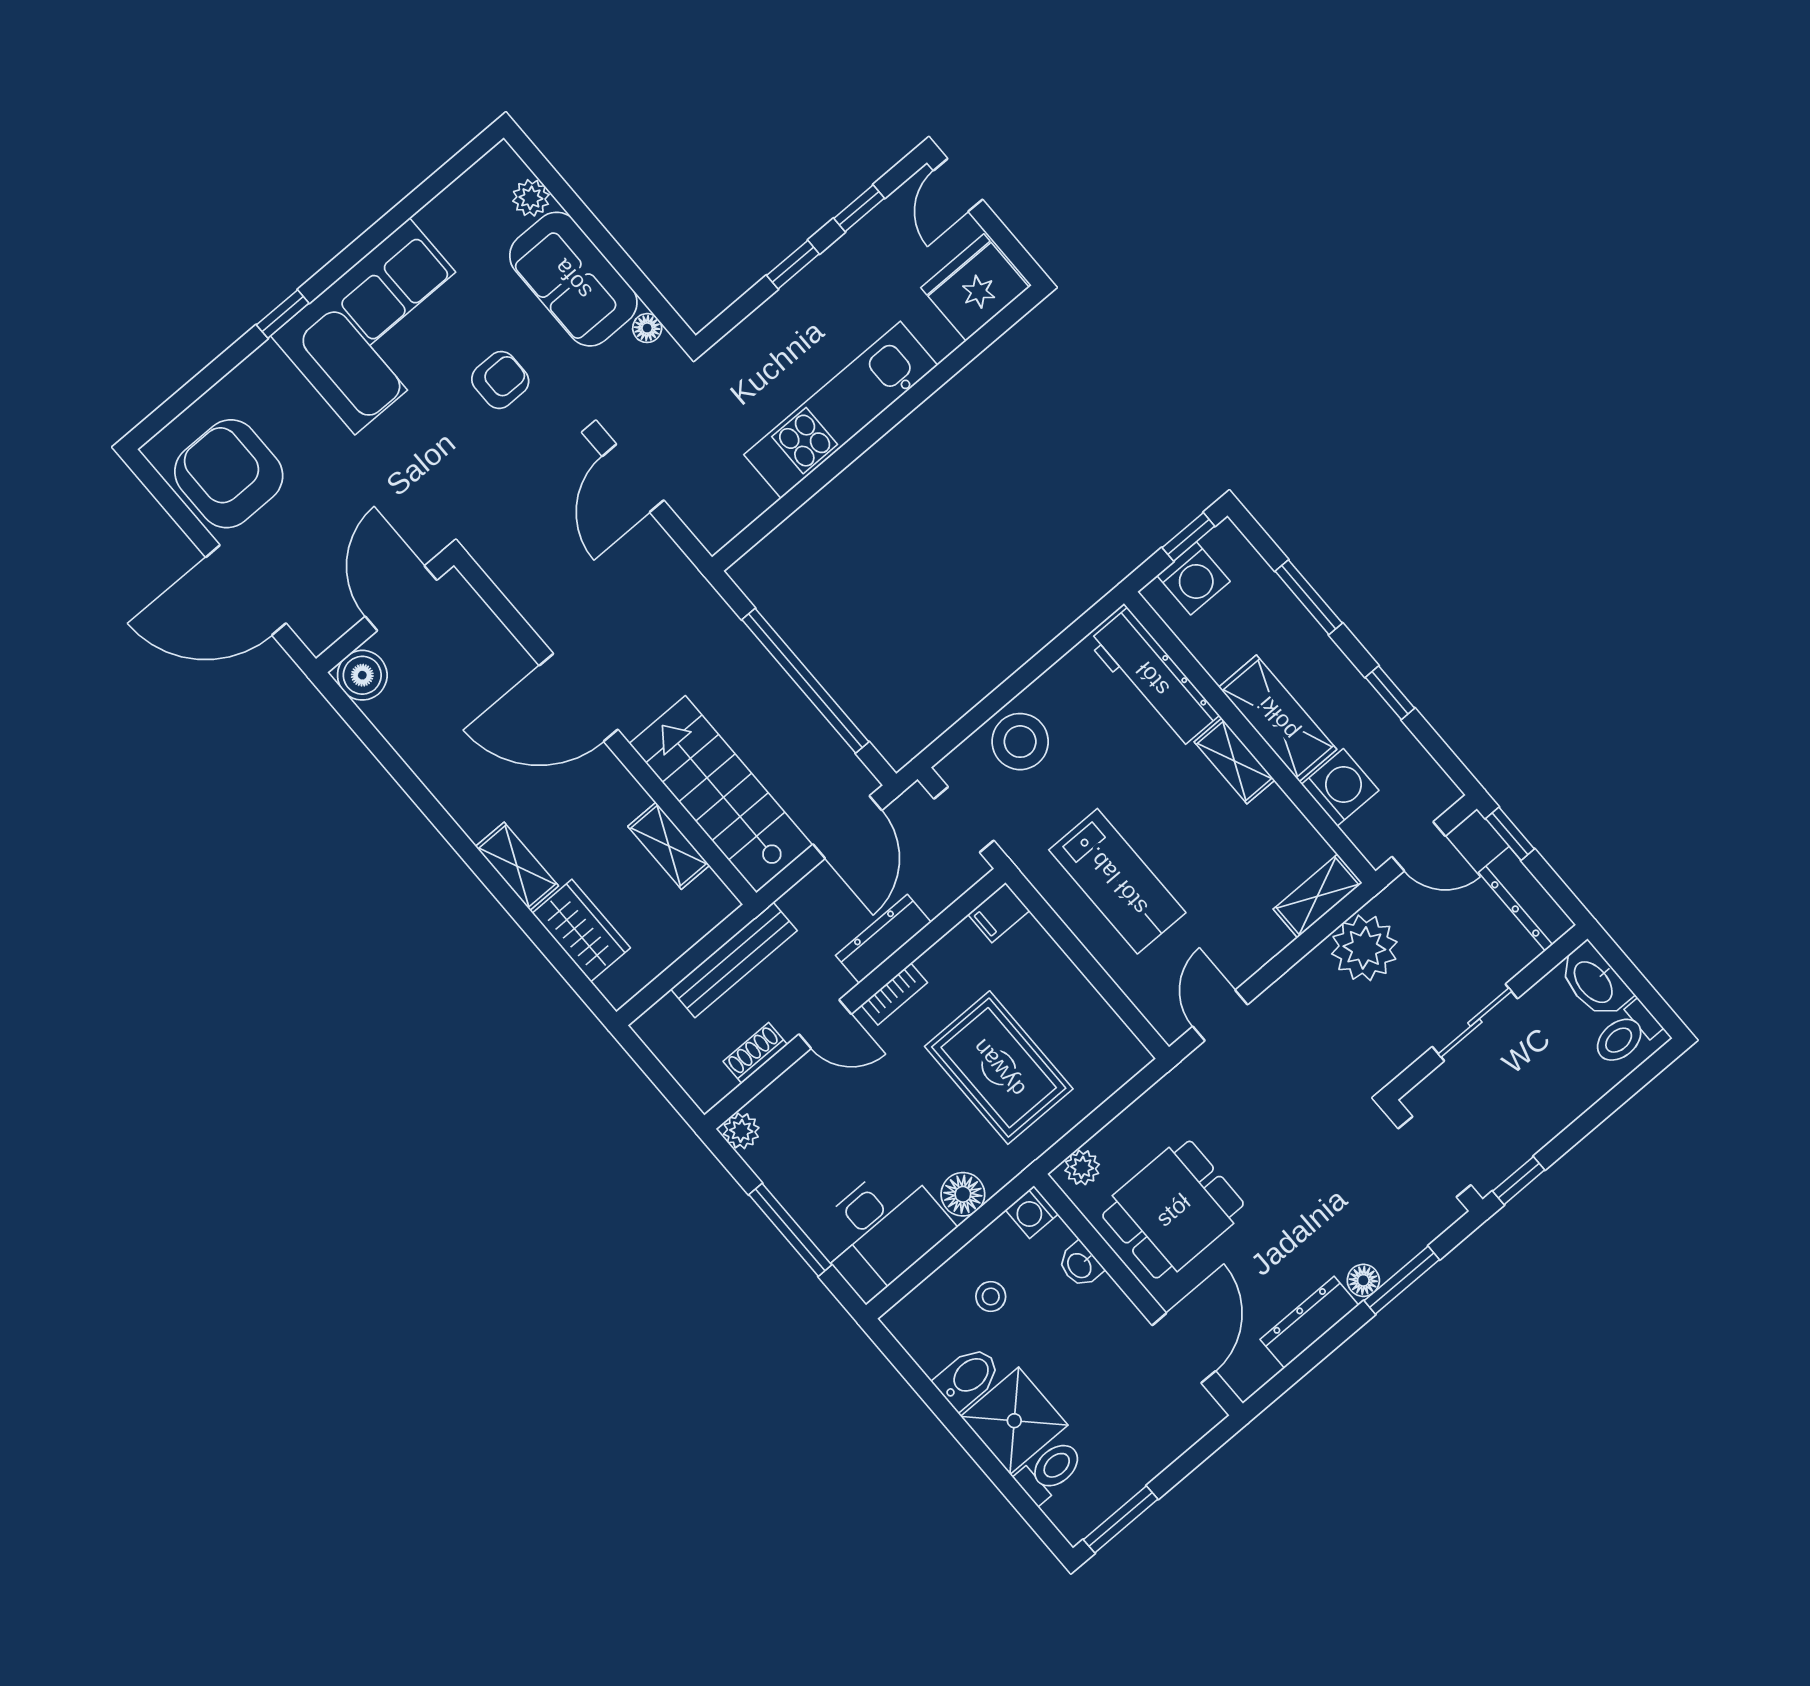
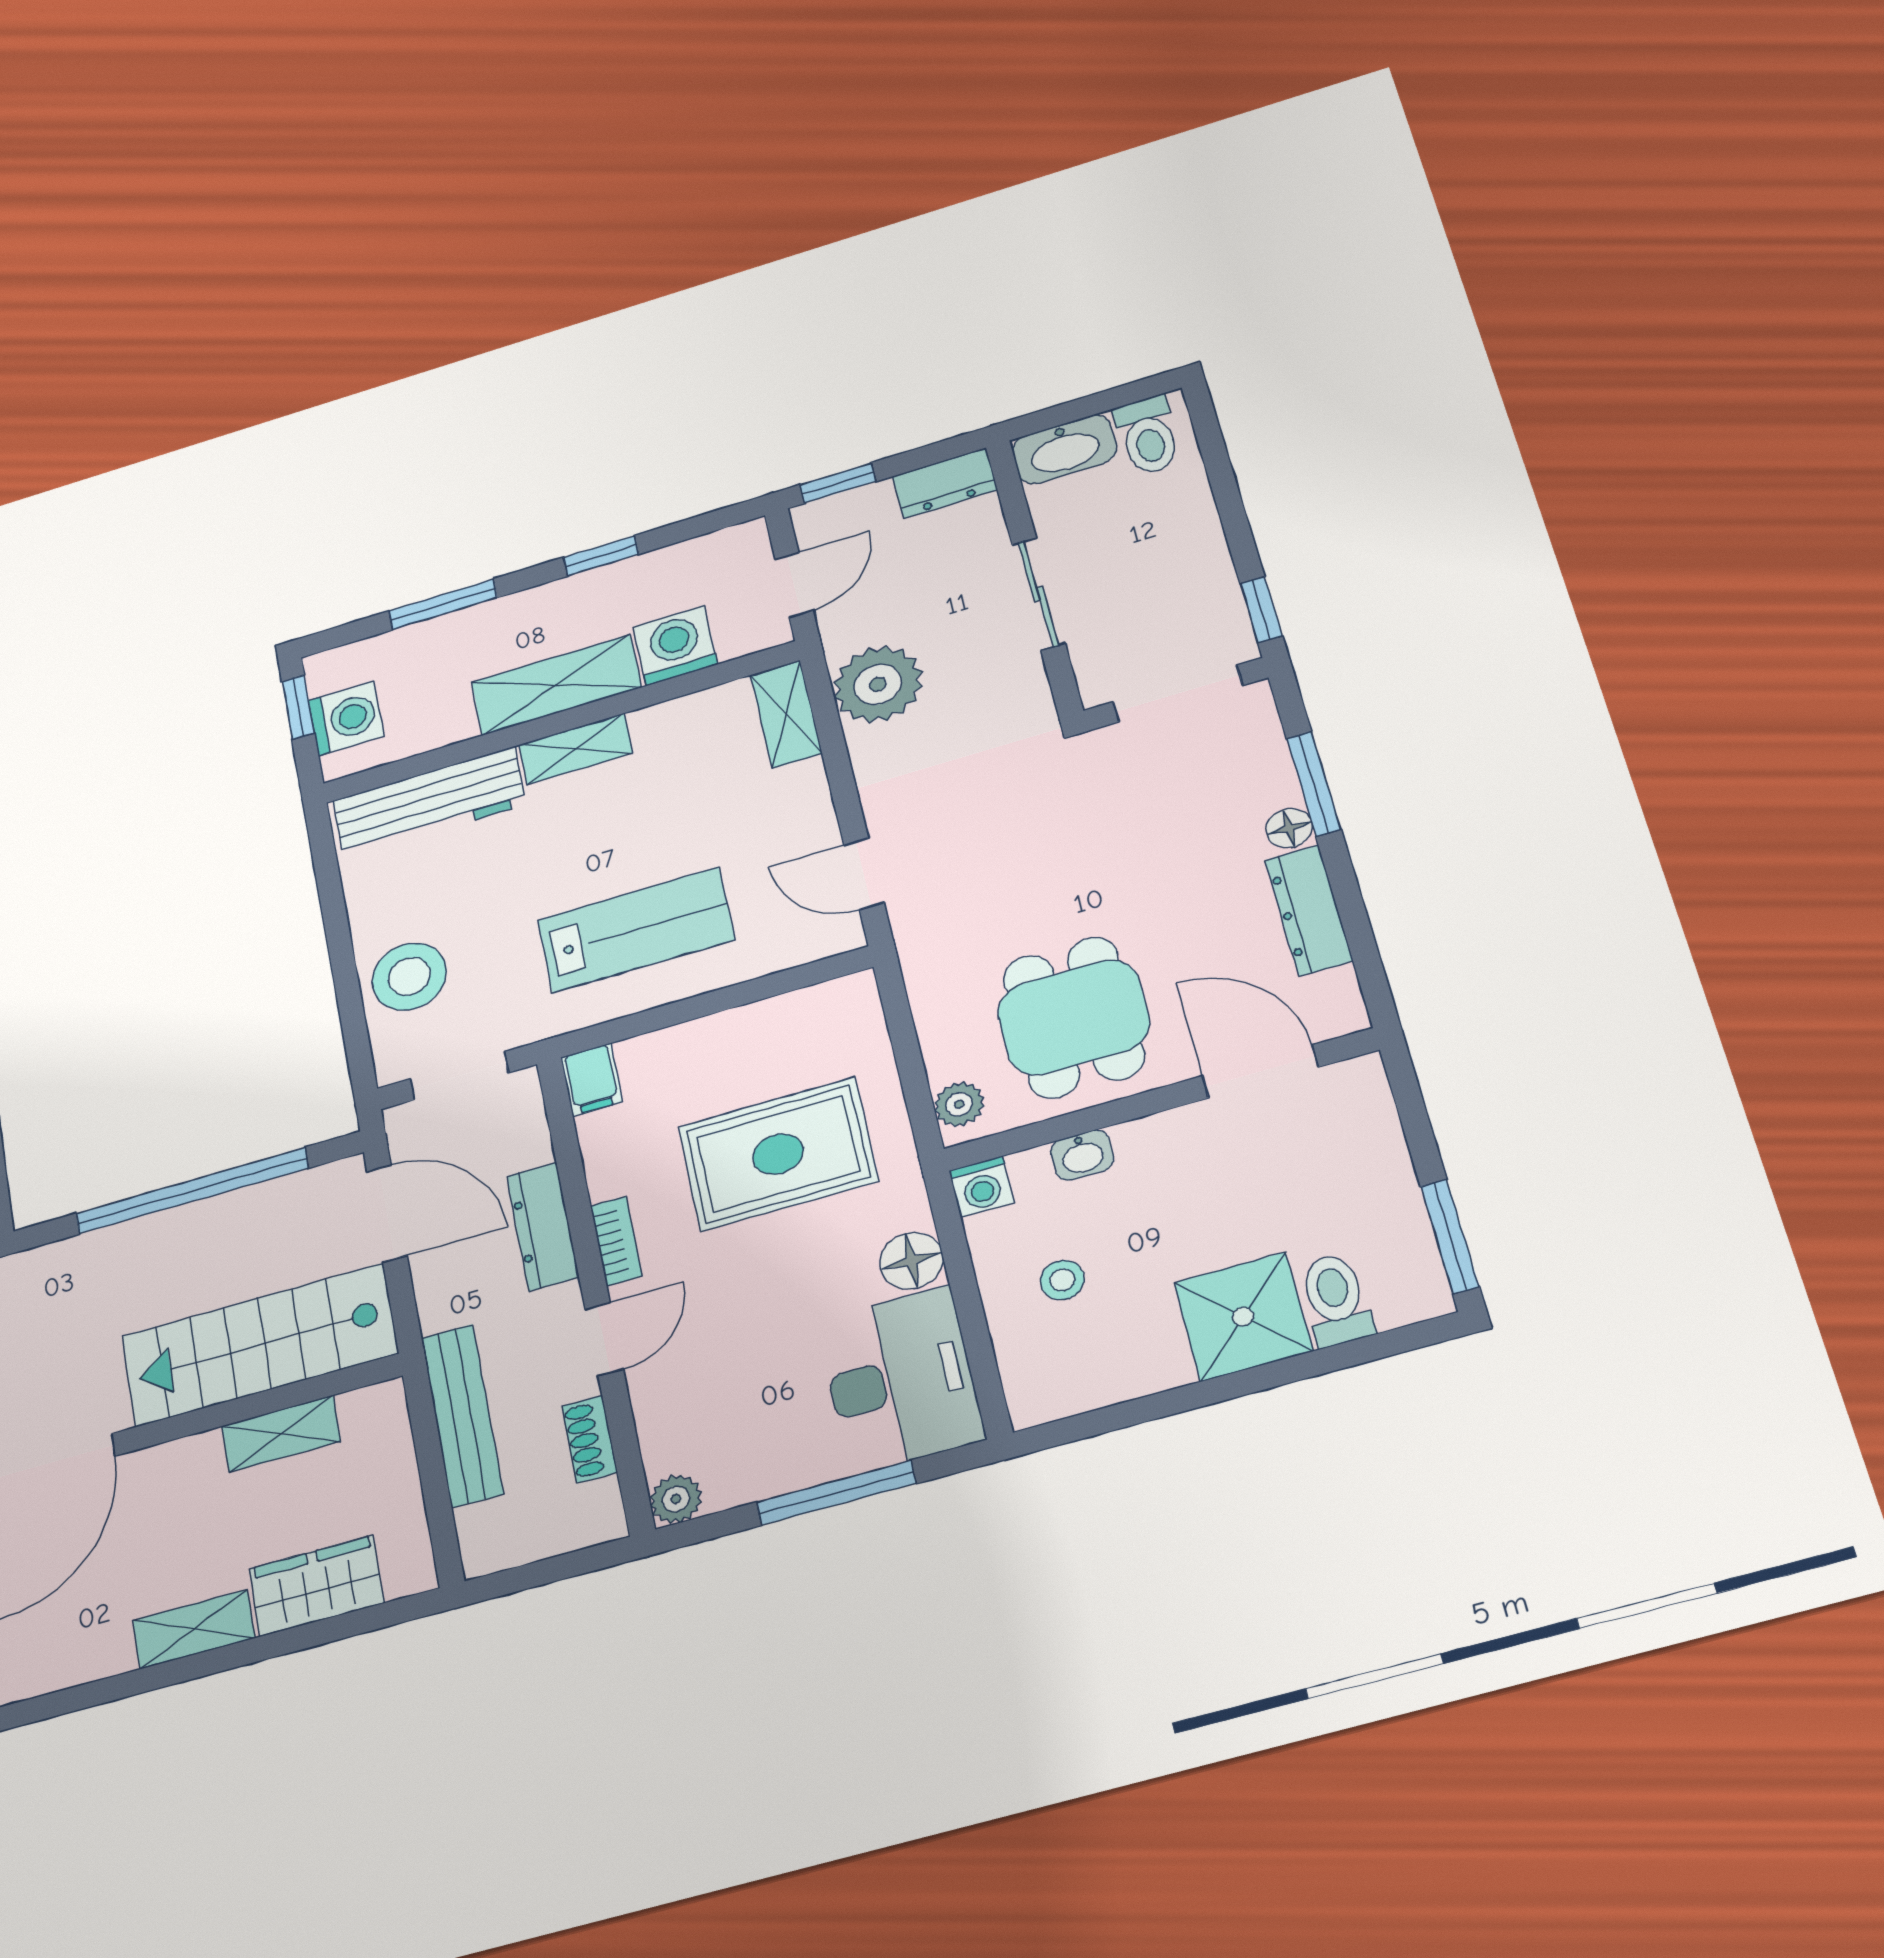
dresser: (1527, 899) -> (945, 483), width x0.70
bidet: (968, 1378) -> (1154, 1352), removed

